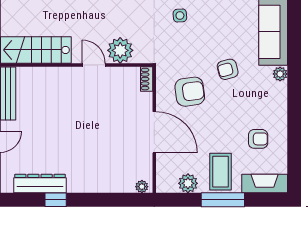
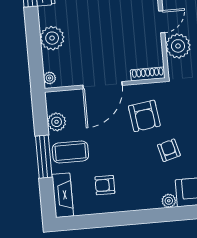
shoe rack: (147, 79) -> (148, 74), width x1.43
armchair: (258, 139) -> (105, 185), turned 90
plant: (101, 180) -> (52, 38), added

